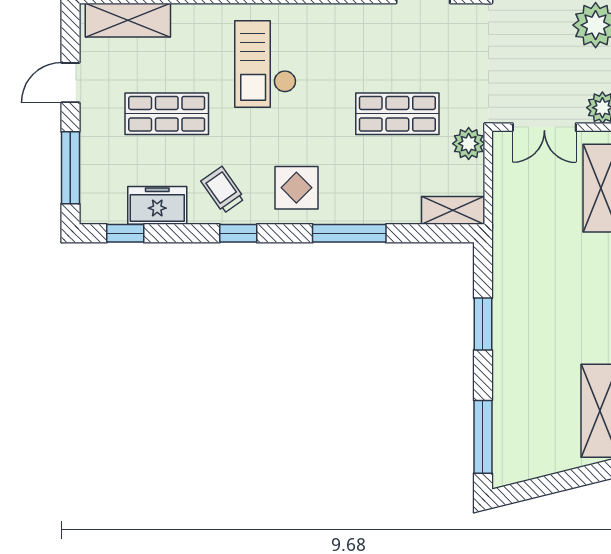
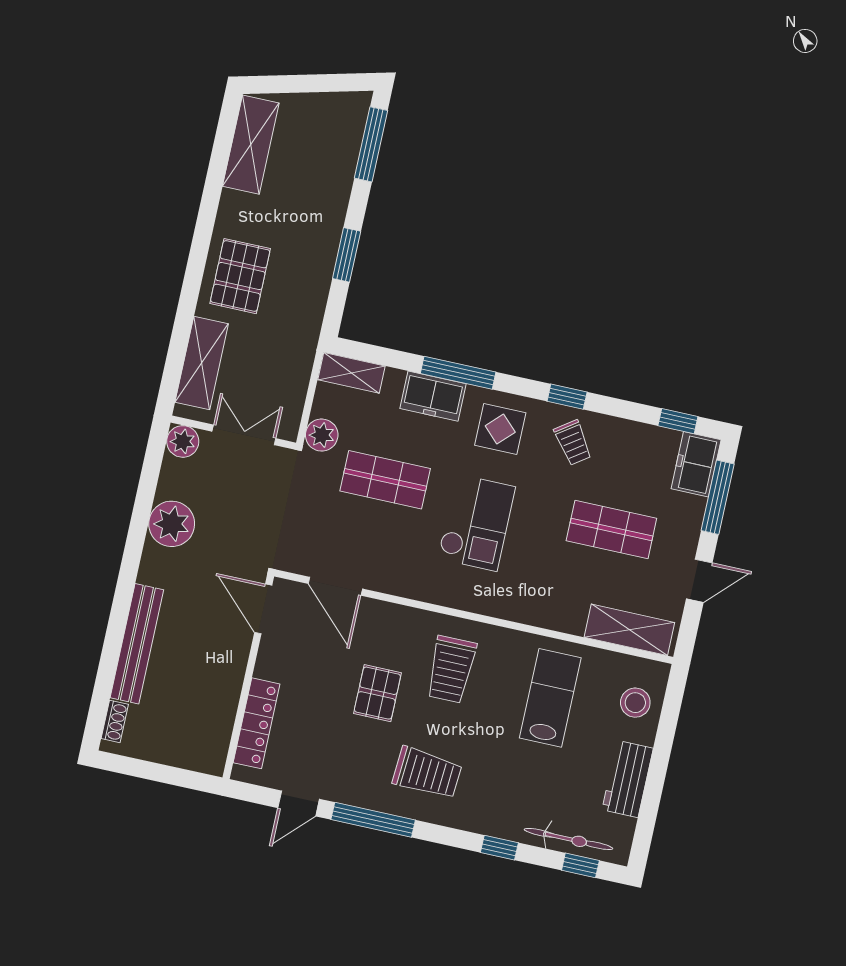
checkout: (265, 64) -> (476, 523), moved
freezer: (157, 205) -> (696, 464), moved, turned 90
freezer: (369, 205) -> (433, 396), added
pallet: (582, 281) -> (240, 276), added

